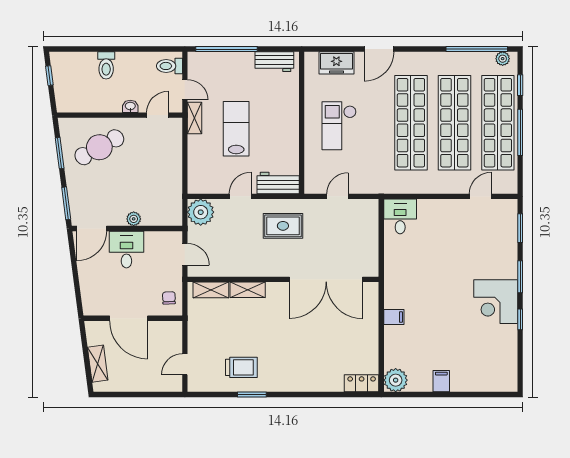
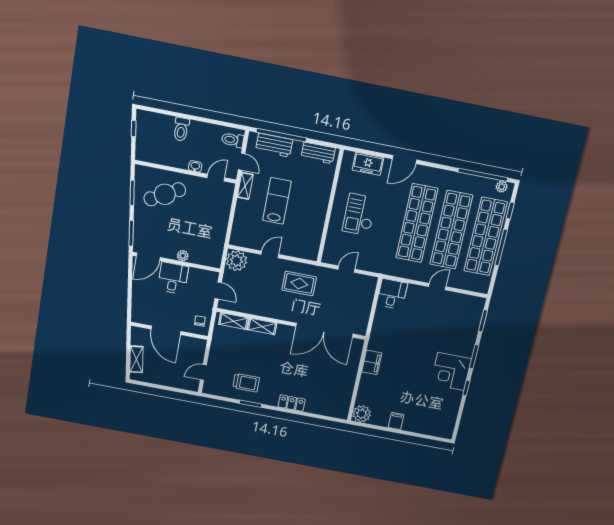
workbench: (278, 183) -> (274, 145), moved, turned 180
door: (480, 196) -> (437, 287), moved
filing cabinet: (394, 317) -> (372, 362), width x2.00
locker: (362, 383) -> (292, 403), moved

